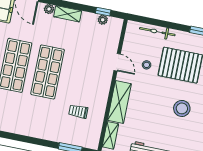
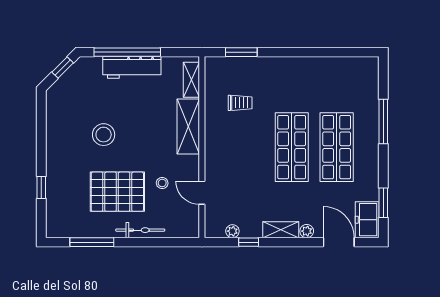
window: (103, 12) -> (249, 242), moved
bicycle: (157, 32) -> (140, 230), moved
door: (117, 62) -> (202, 193), moved

